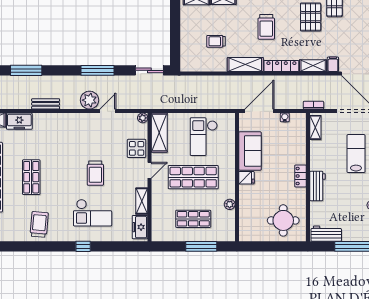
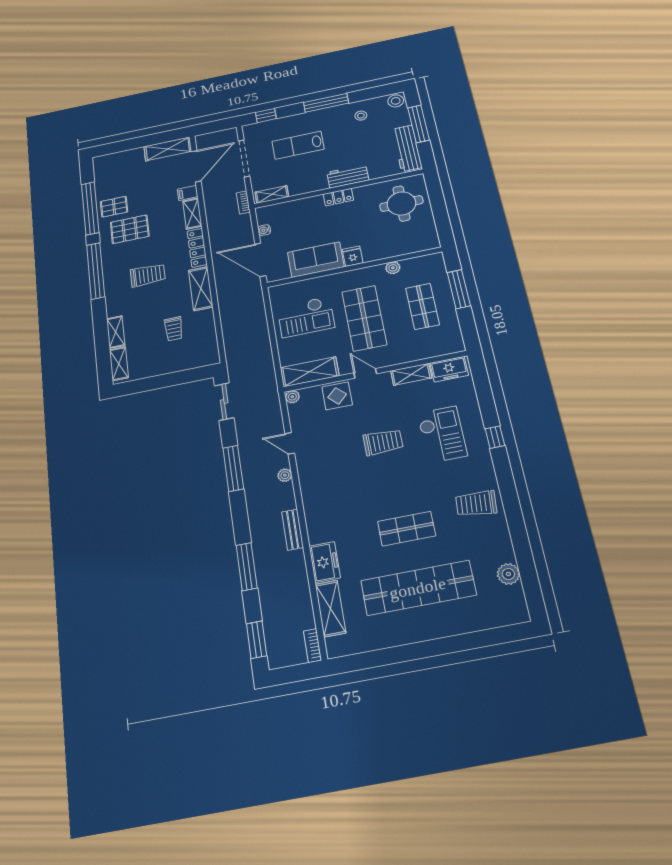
plant: (89, 100) -> (285, 475), width x0.53, depth x0.53
workbench: (326, 234) -> (407, 148), width x1.38

